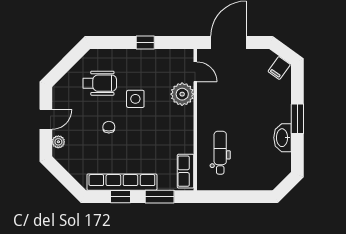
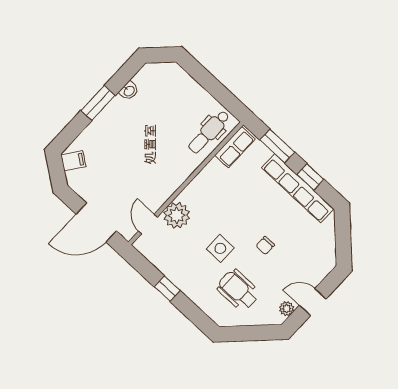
washbasin: (283, 138) -> (129, 91), width x0.52, depth x0.69
plant: (58, 142) -> (287, 309), moved
dental chair: (220, 153) -> (209, 132), moved

